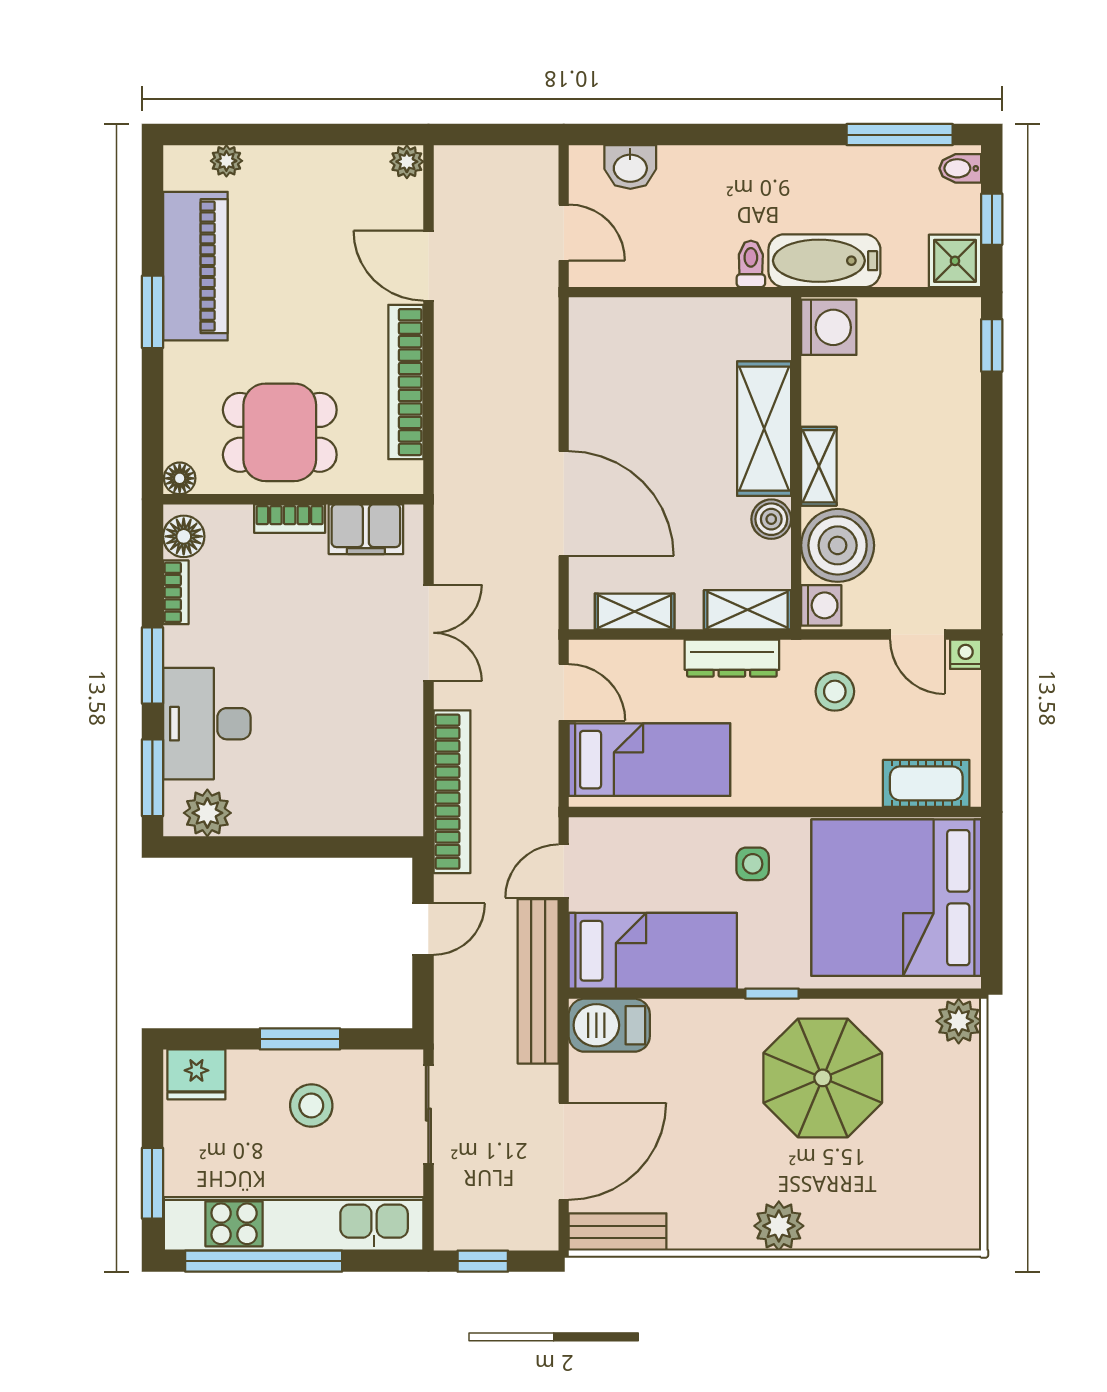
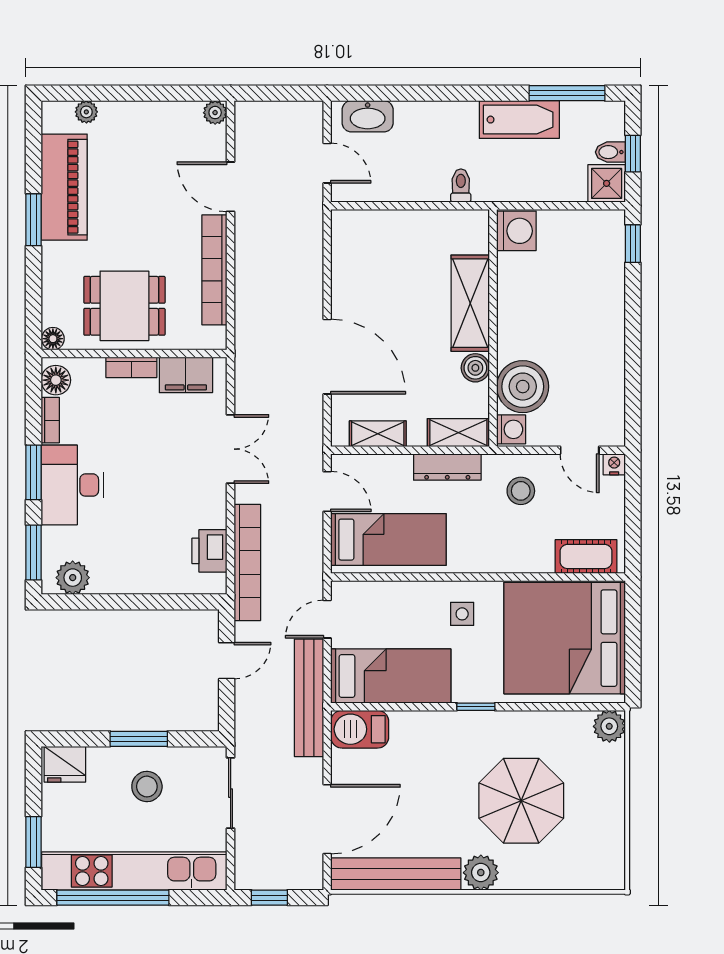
washbasin: (630, 167) -> (368, 116), width x1.38
bidet: (960, 168) -> (610, 152), moved
bathtub: (824, 261) -> (519, 120), moved, turned 180
shelving: (819, 466) -> (509, 330), removed
desk: (207, 724) -> (72, 485), moved
printer: (399, 776) -> (209, 551), added
parasol: (823, 1078) -> (521, 801), moved
bench: (618, 1232) -> (396, 874), width x1.86, depth x1.21

